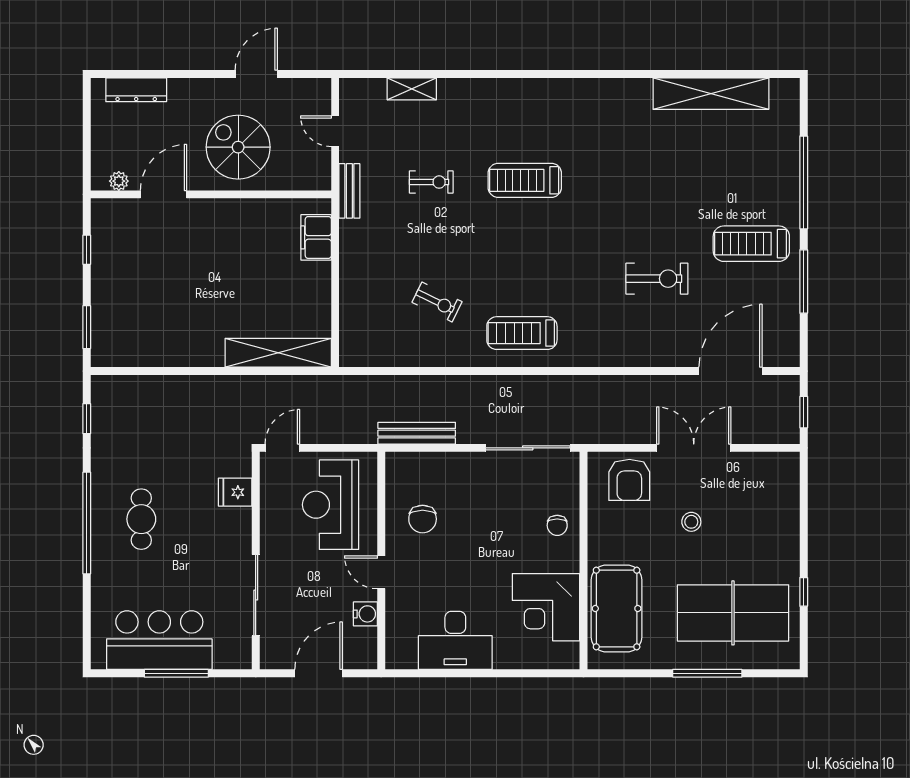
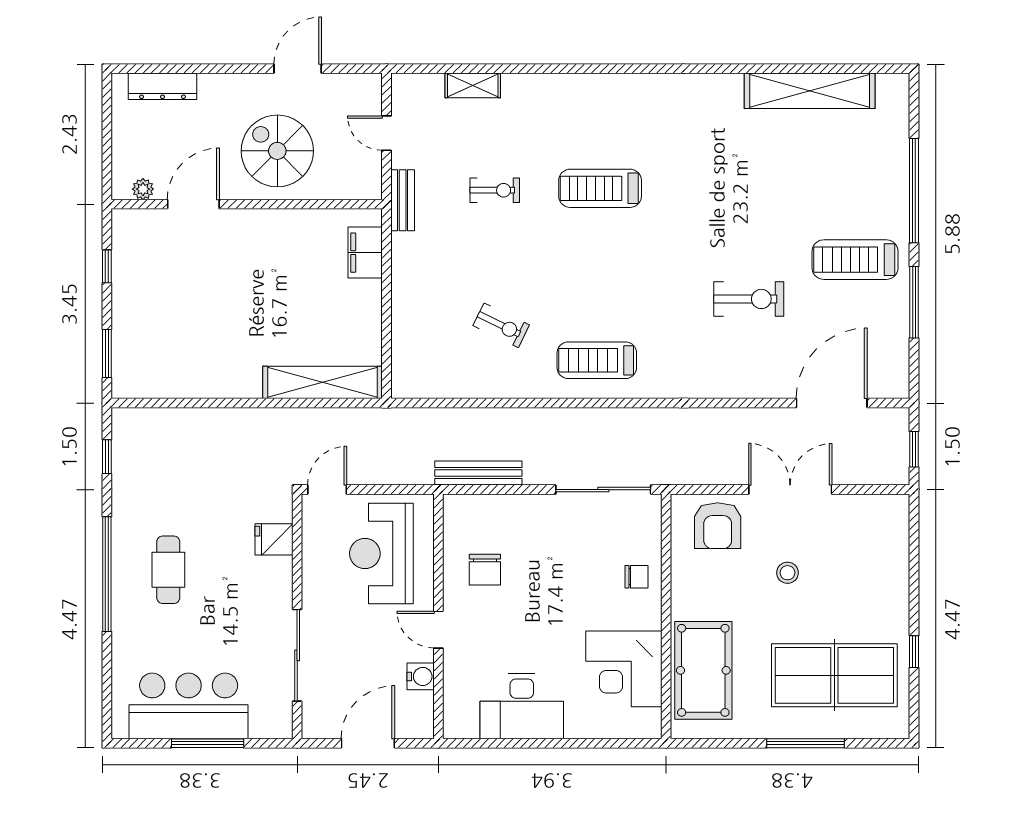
chair: (557, 525) -> (637, 577), turned -90

